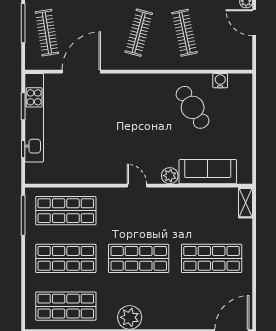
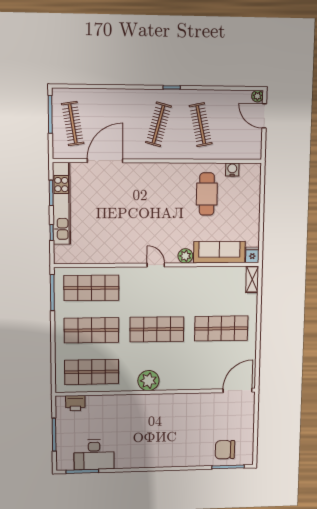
cafe table: (193, 107) -> (207, 194), turned 32
fridge: (245, 175) -> (252, 255), added

